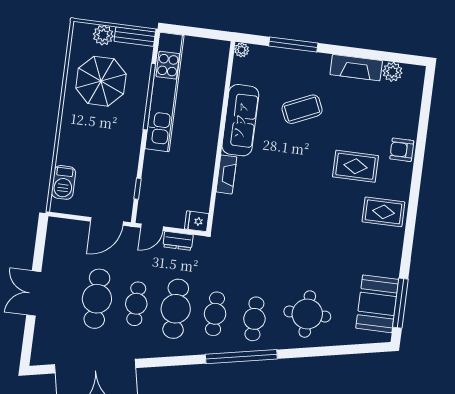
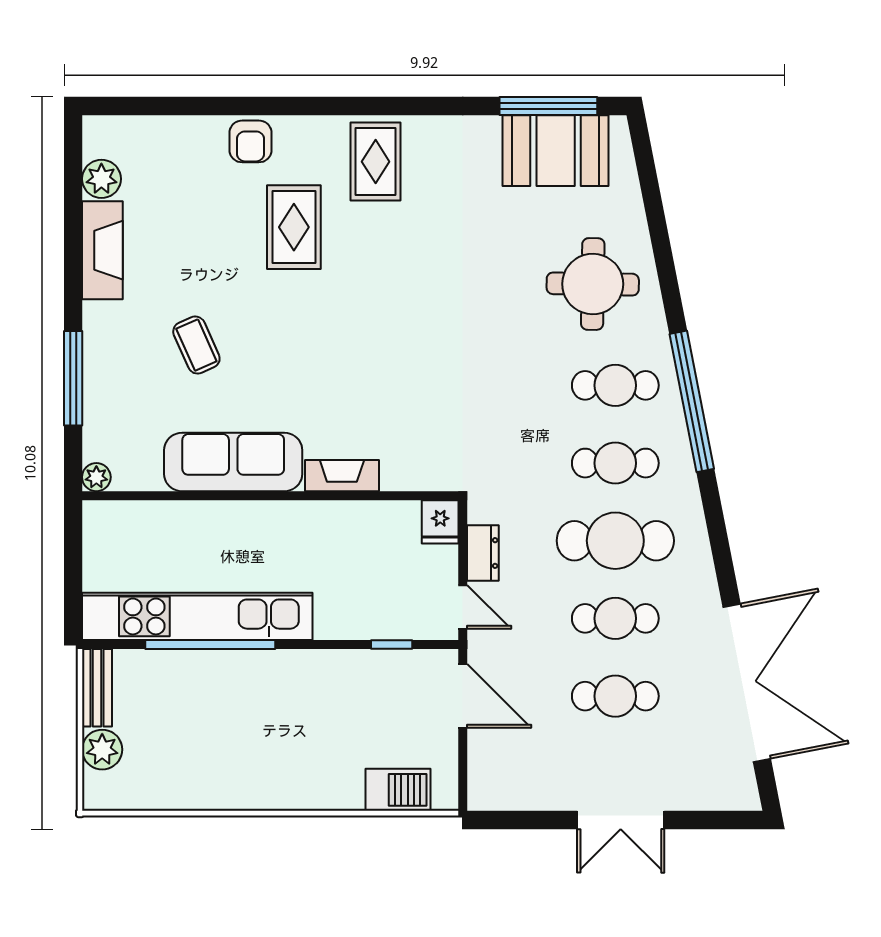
parasol: (101, 81) -> (192, 742), removed
coffee table: (302, 109) -> (196, 345), width x0.73, depth x0.77
cafe table: (97, 299) -> (615, 696), width x0.73, depth x0.74

